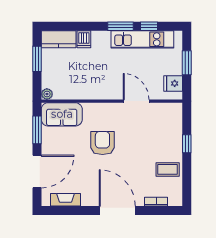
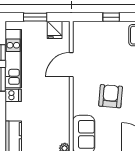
dishwasher: (84, 39) -> (13, 95), moved
armchair: (102, 143) -> (111, 96), turned 95

